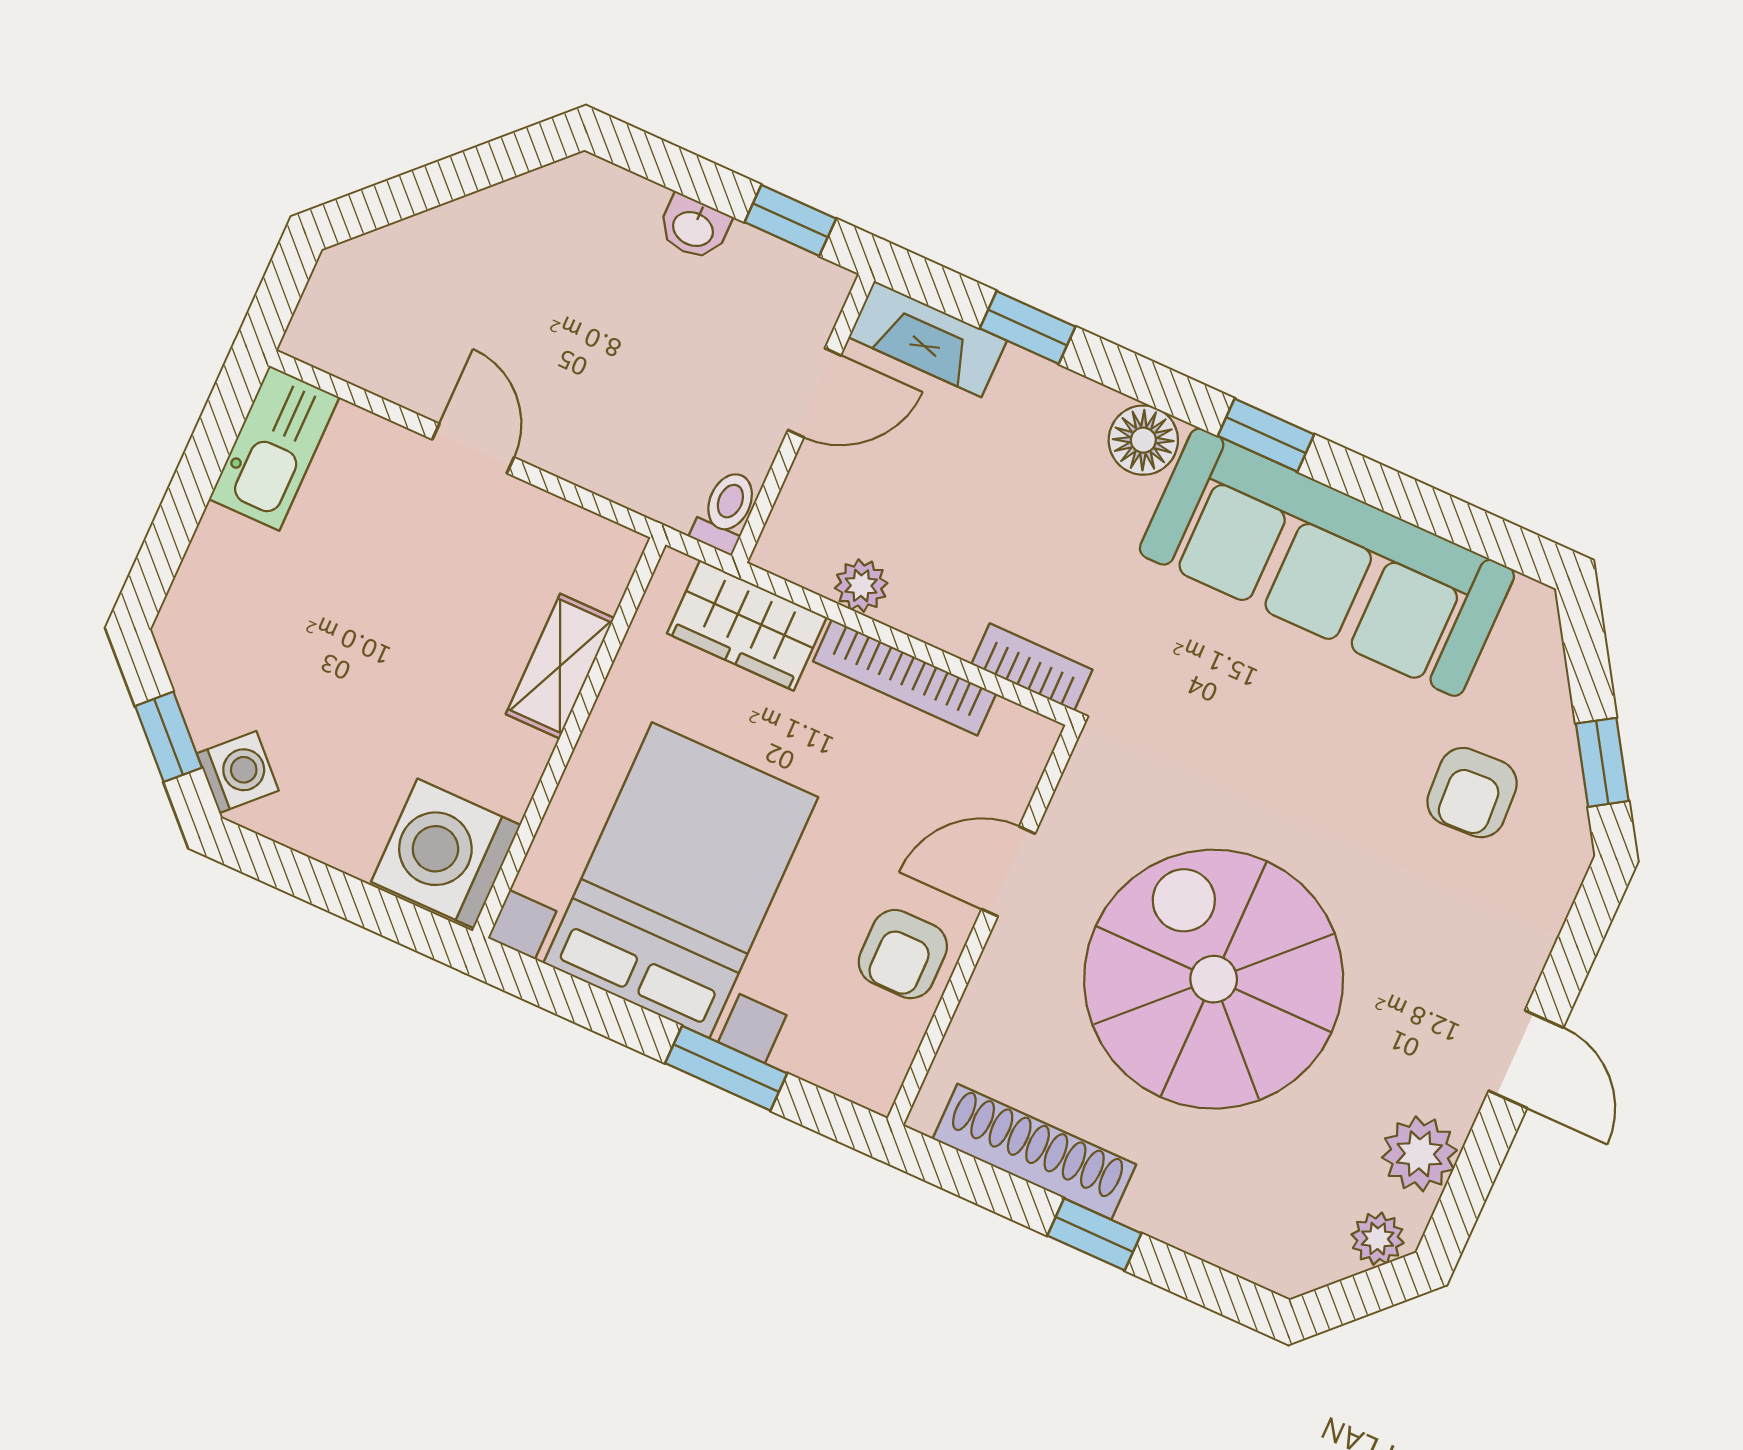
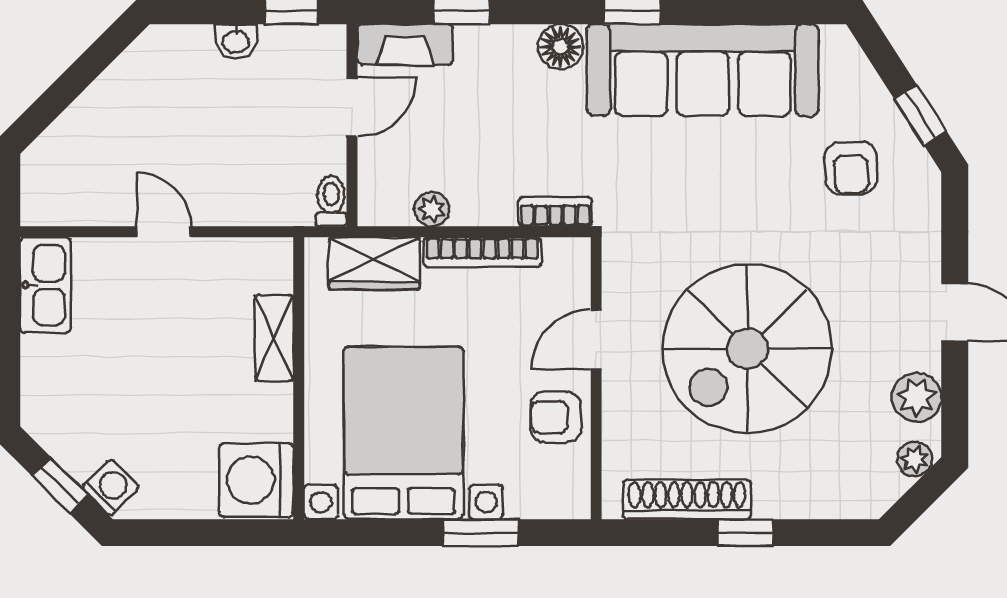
armchair: (903, 954) -> (556, 417), turned 90
spiral stairs: (1214, 979) -> (747, 349), turned -90

